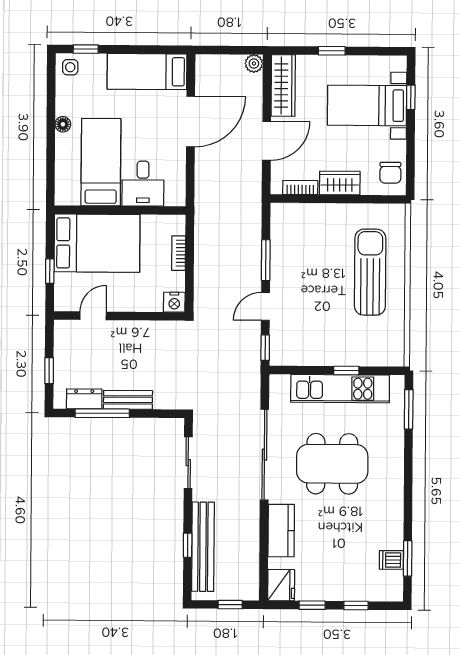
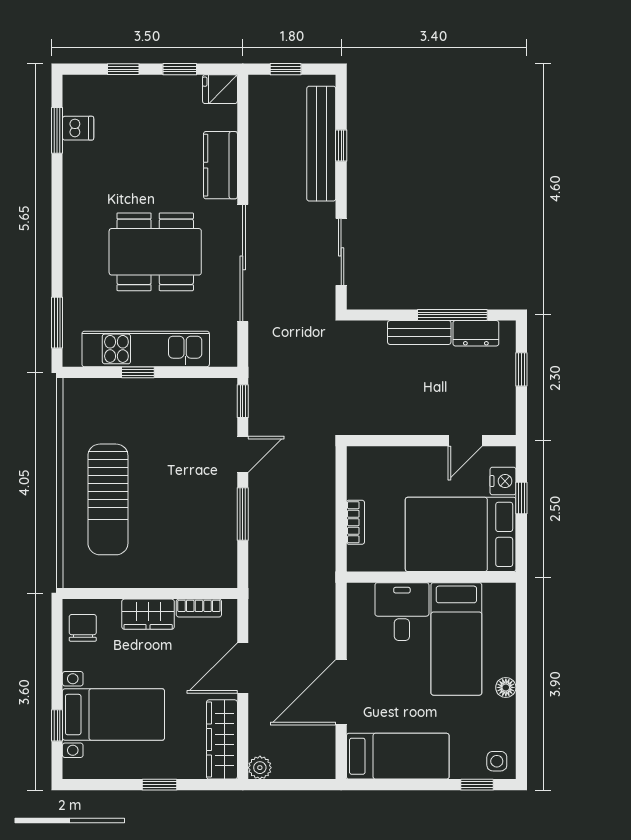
nightstand: (174, 302) -> (503, 481), moved, turned 90
fridge: (281, 585) -> (220, 89), width x0.72

